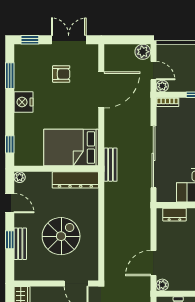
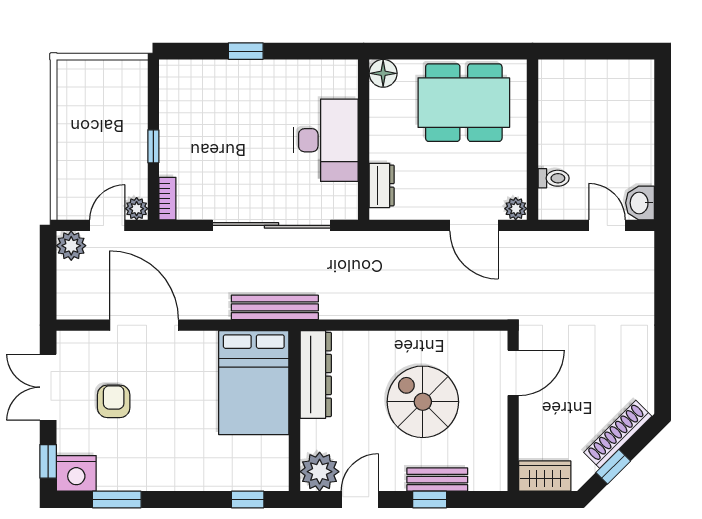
nightstand: (23, 102) -> (76, 473), moved
bench: (111, 165) -> (275, 307), width x1.36
plant: (20, 177) -> (320, 472), width x1.88, depth x1.88

